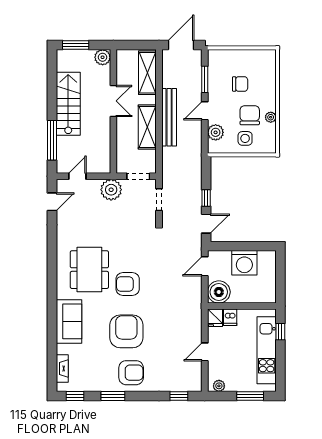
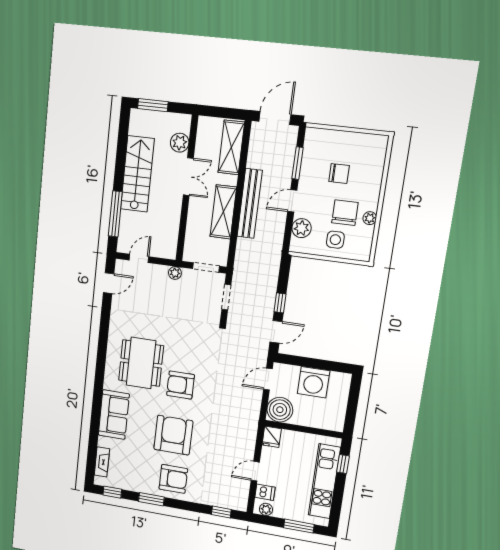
plant: (103, 57) -> (180, 143), moved
plant: (111, 190) -> (175, 273), width x0.53, depth x0.53
dishwasher: (230, 317) -> (265, 492), moved, turned -90

